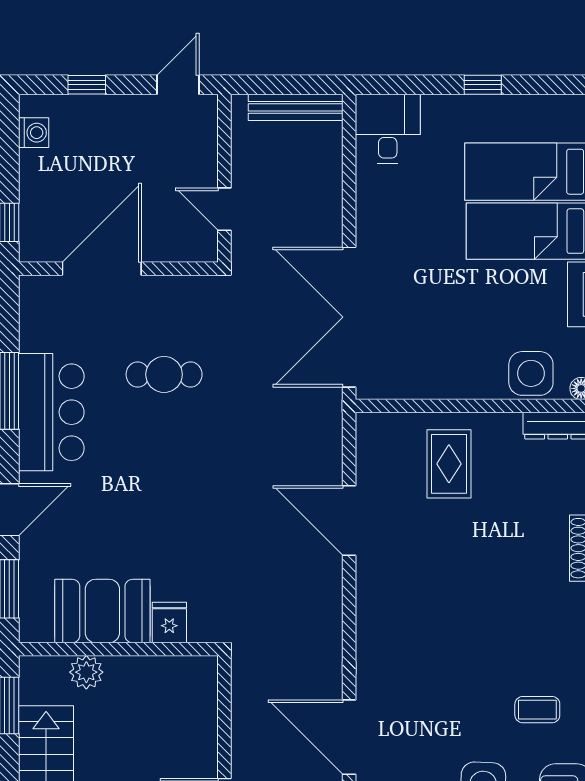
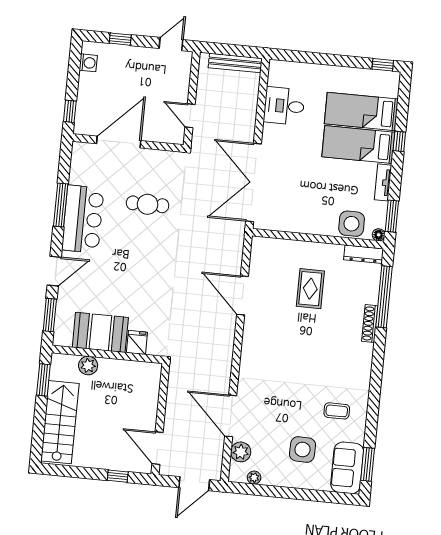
window: (483, 85) -> (383, 65), moved
desk: (388, 129) -> (284, 106), moved, turned -90
rug: (449, 464) -> (310, 289), moved

